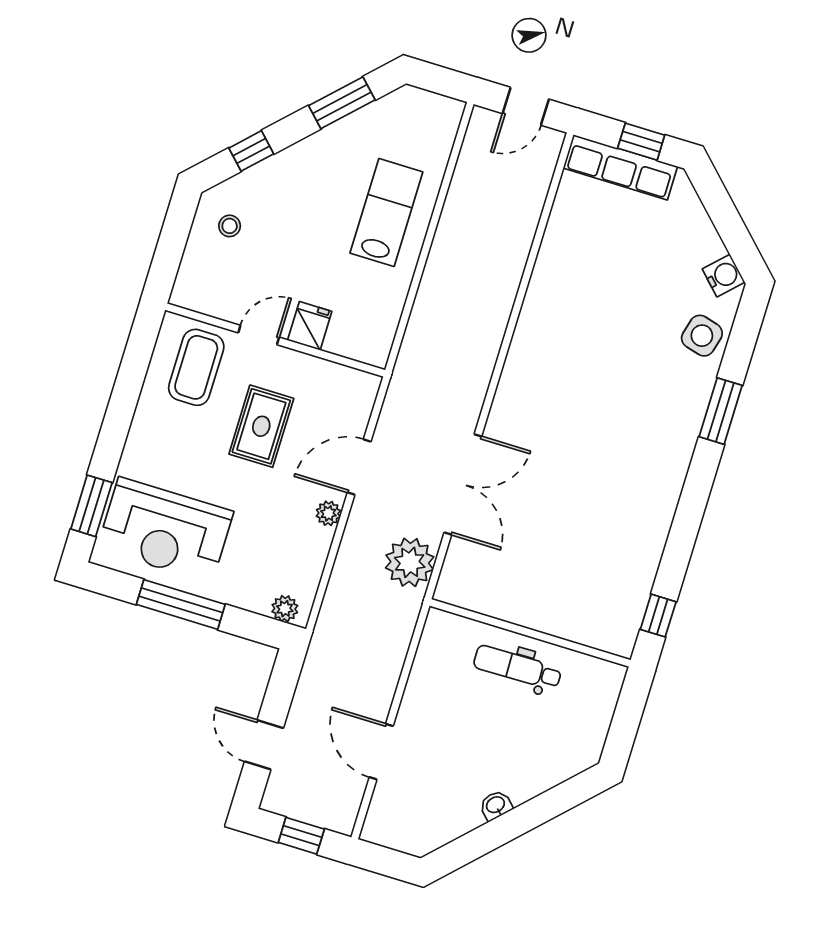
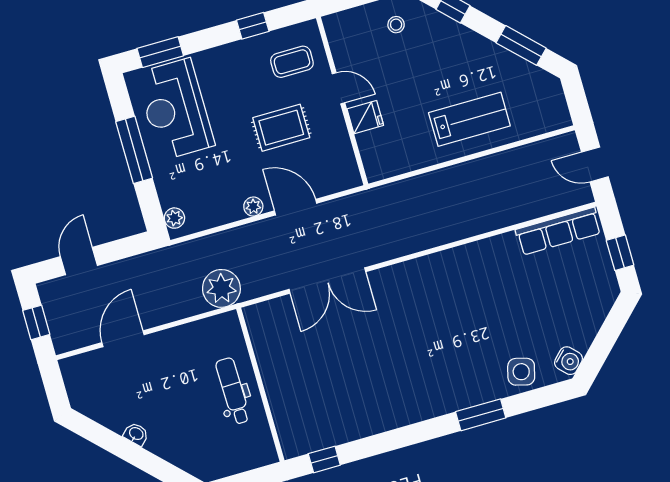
row of seats: (620, 167) -> (558, 231), moved, turned -90
coffee table: (196, 367) -> (292, 62), width x0.73, depth x0.77
window: (128, 385) -> (253, 26), added
plant: (410, 562) -> (221, 288), moved

